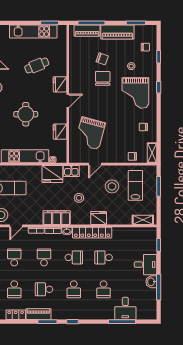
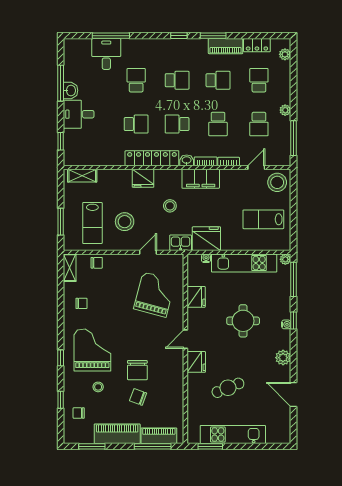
school desk: (74, 289) -> (177, 80), turned 90

